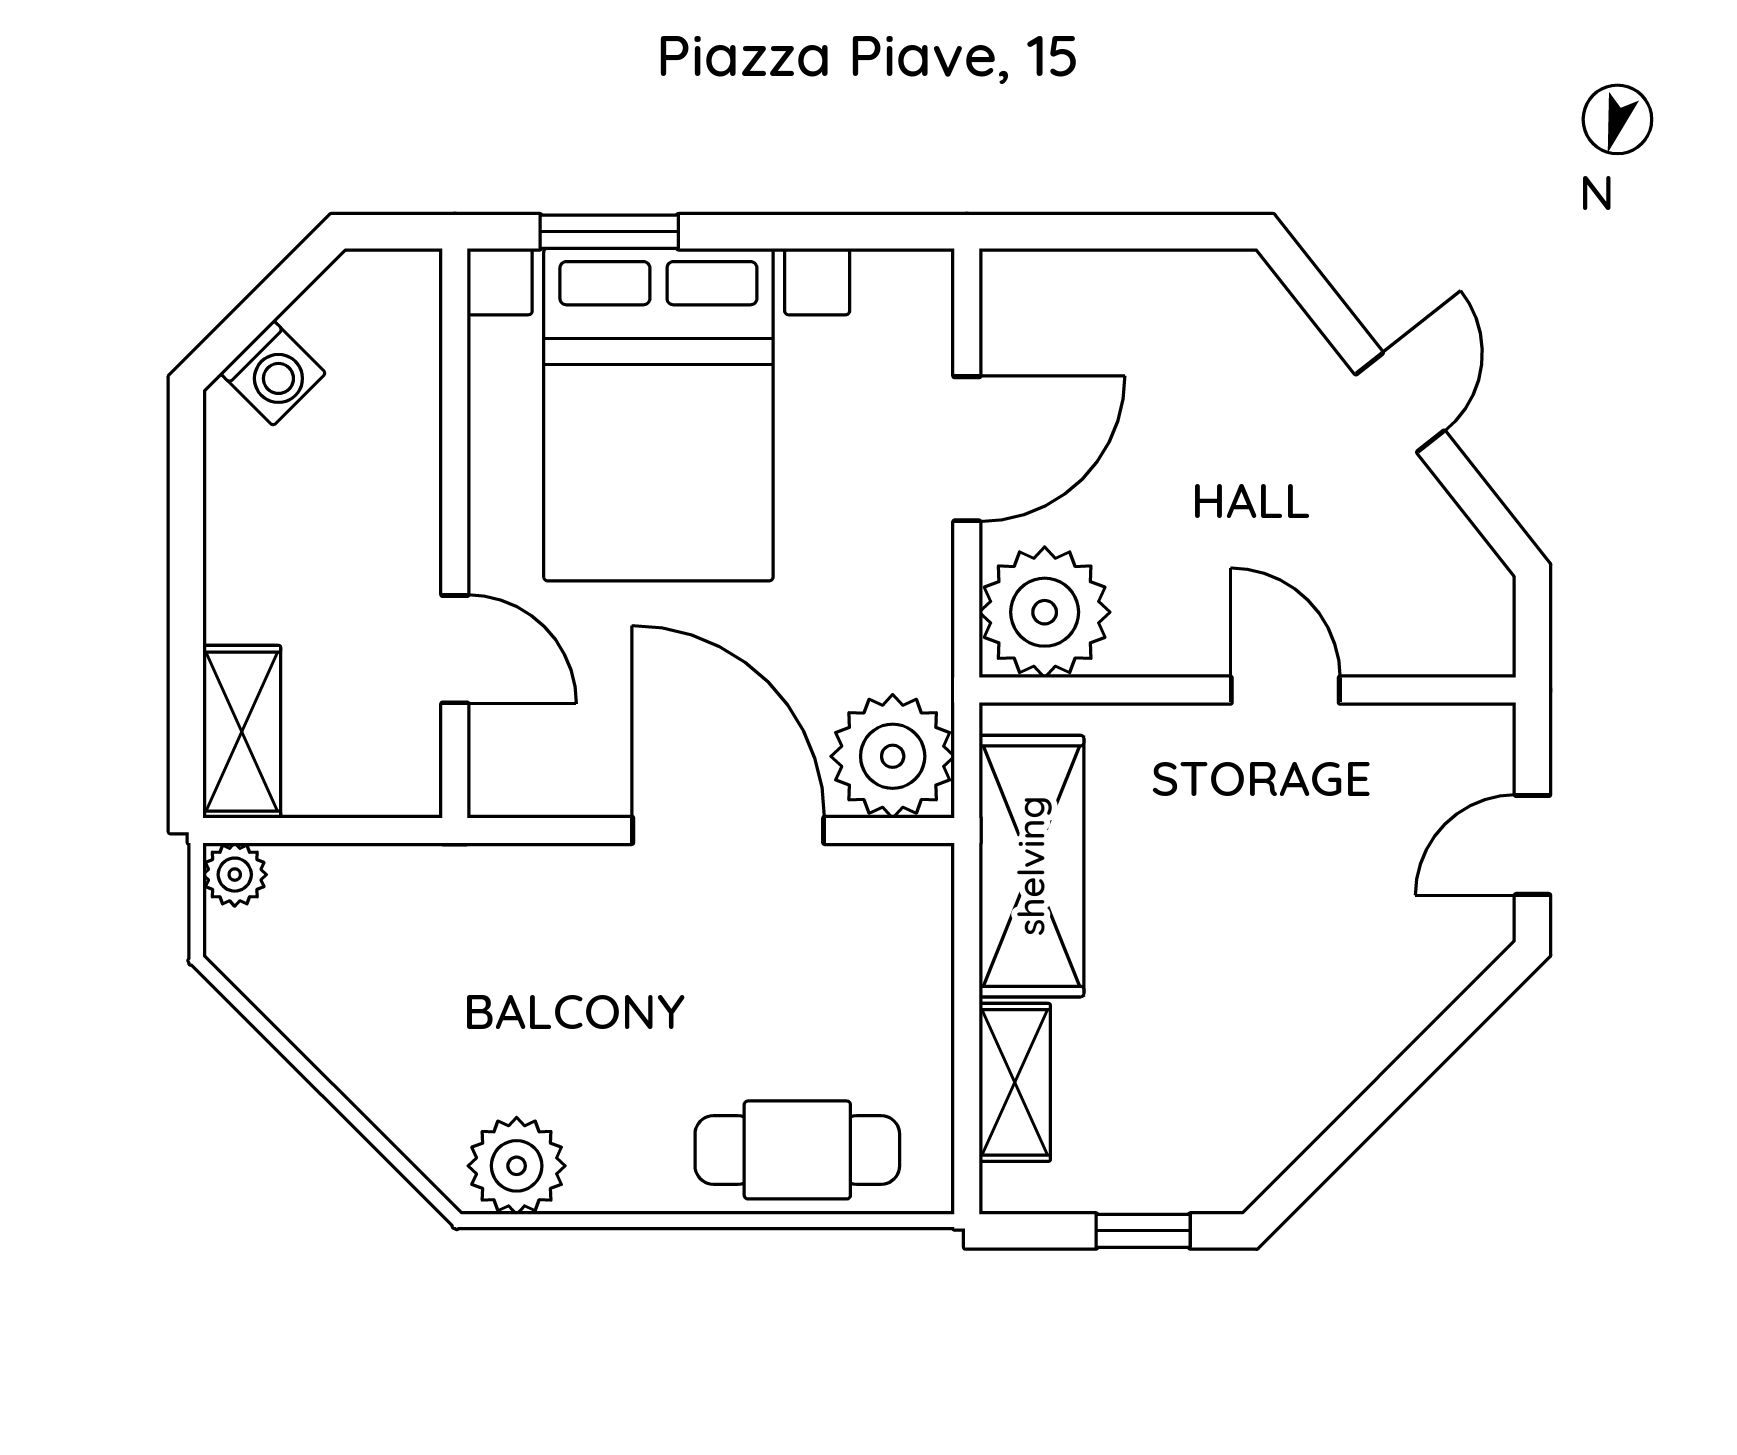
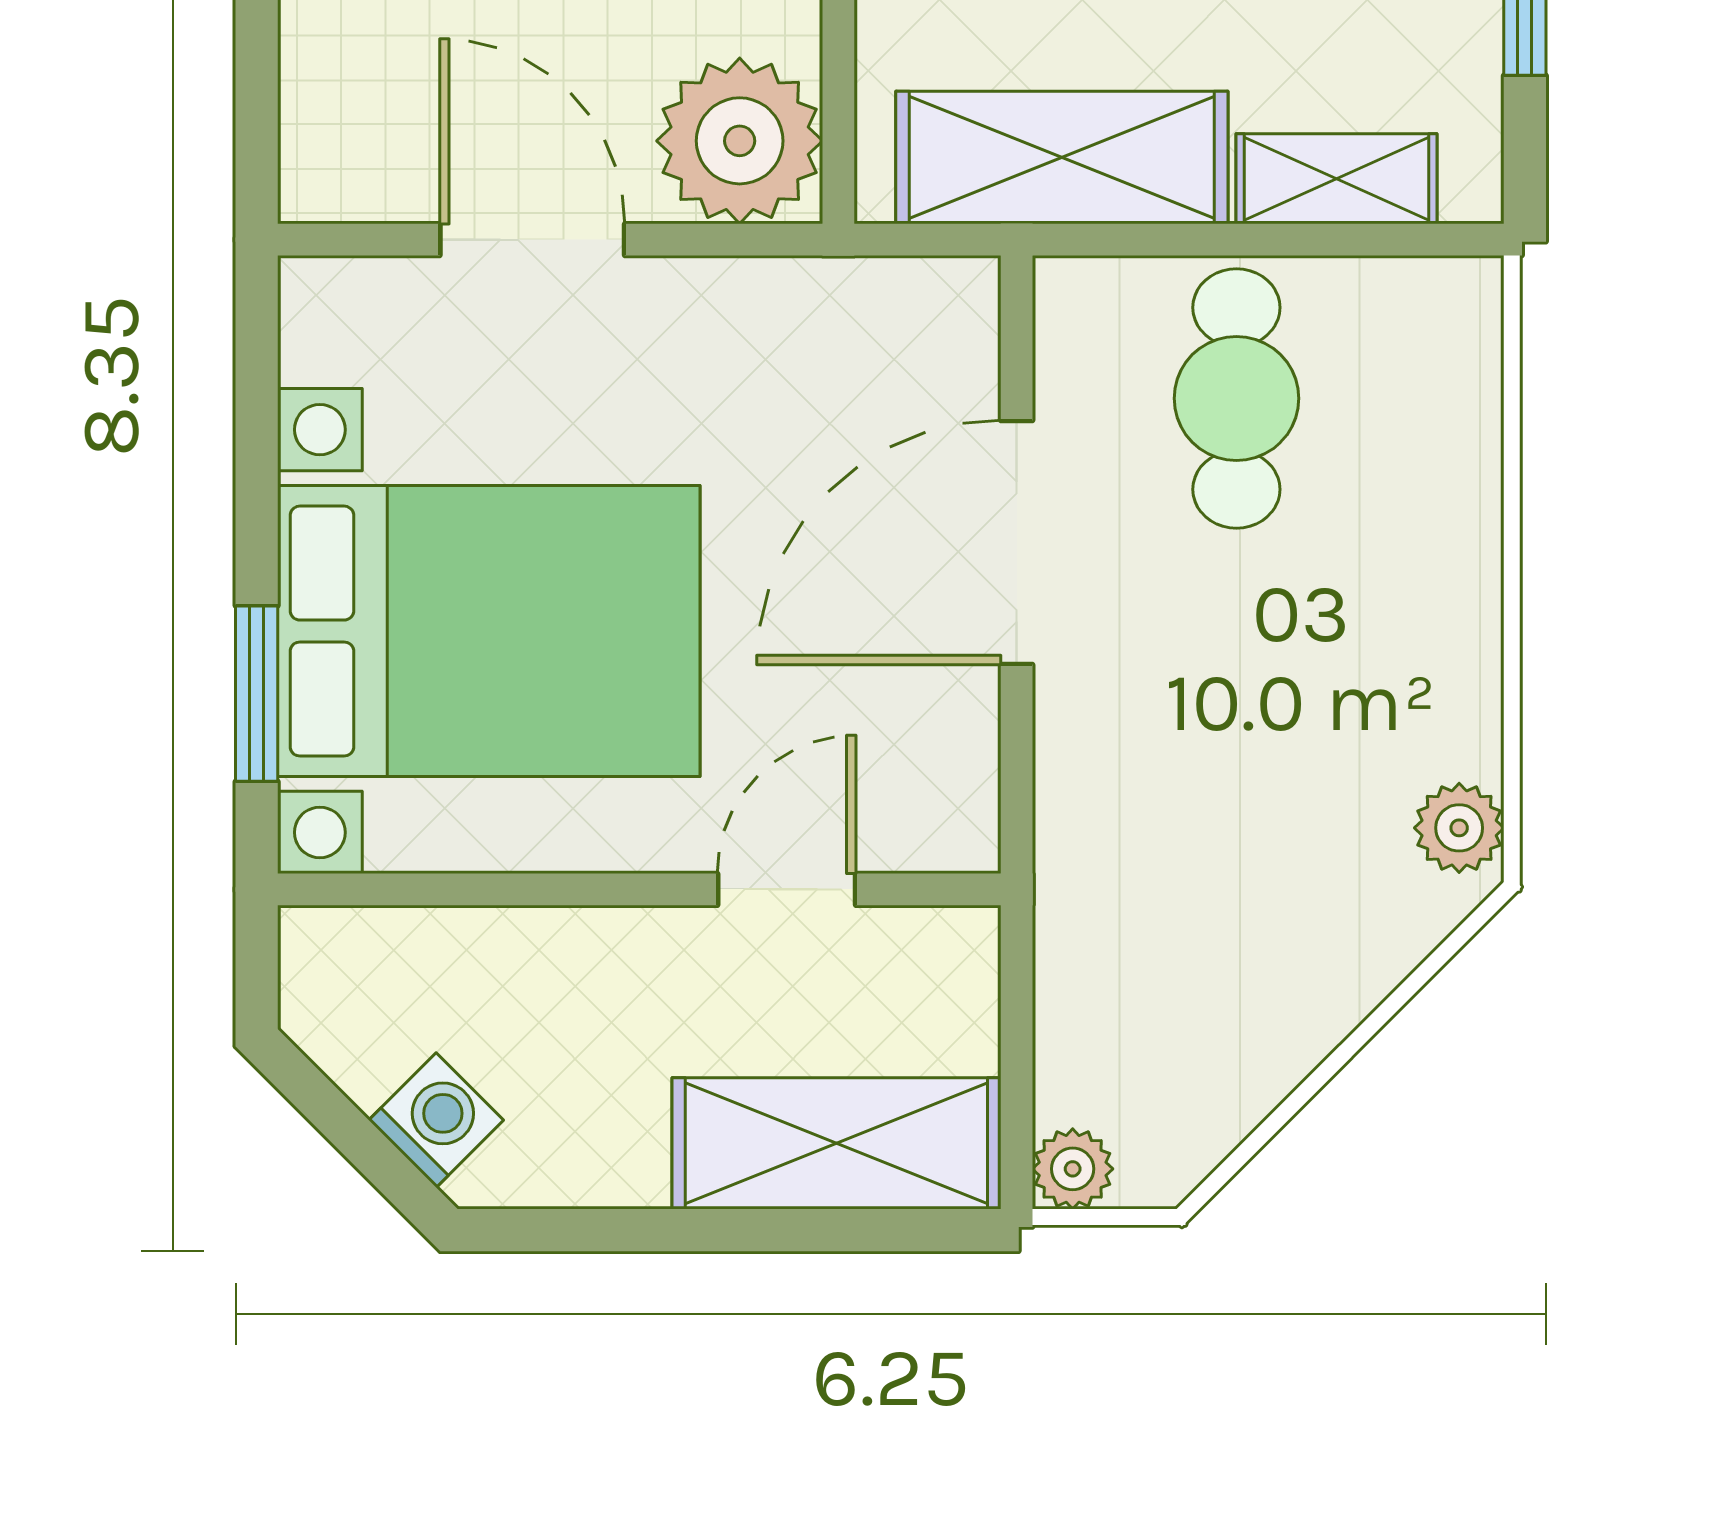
shelving: (242, 732) -> (836, 1143), width x1.50, depth x1.33
plant: (893, 756) -> (922, 334), removed
cafe table: (797, 1150) -> (1236, 398), moved
plant: (517, 1166) -> (1459, 828), width x0.73, depth x0.73

